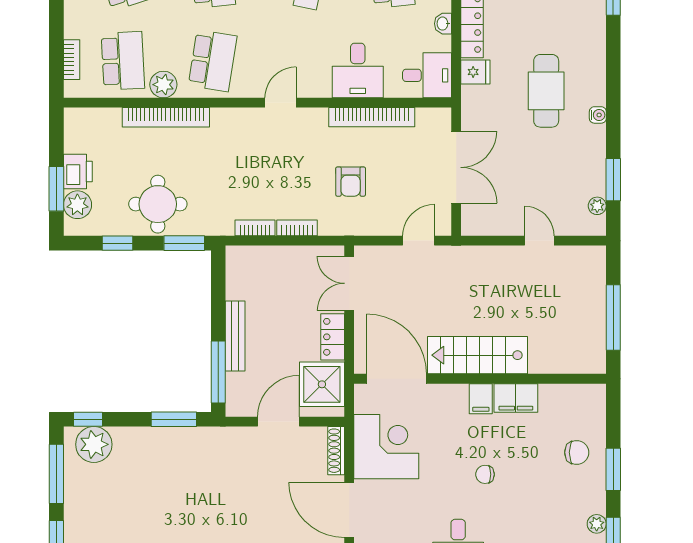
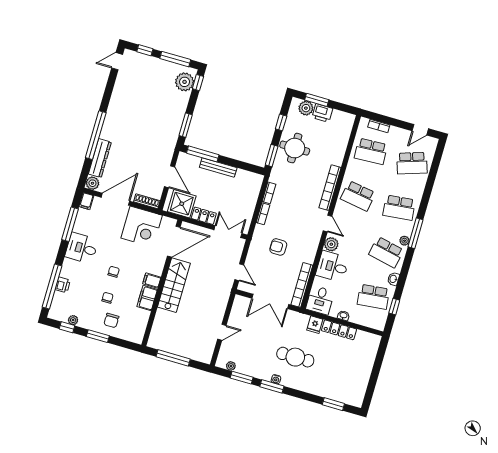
plant: (163, 85) -> (331, 244), moved
bookcase: (166, 117) -> (330, 188), moved
bookcase: (372, 117) -> (302, 285), moved
window: (613, 119) -> (272, 386), added
chair: (537, 472) -> (107, 298), added

